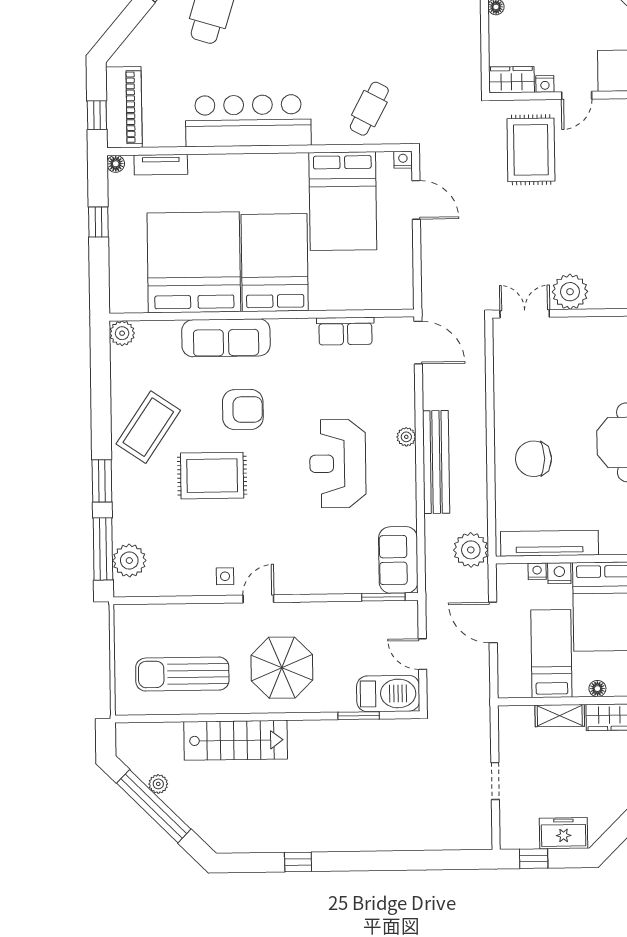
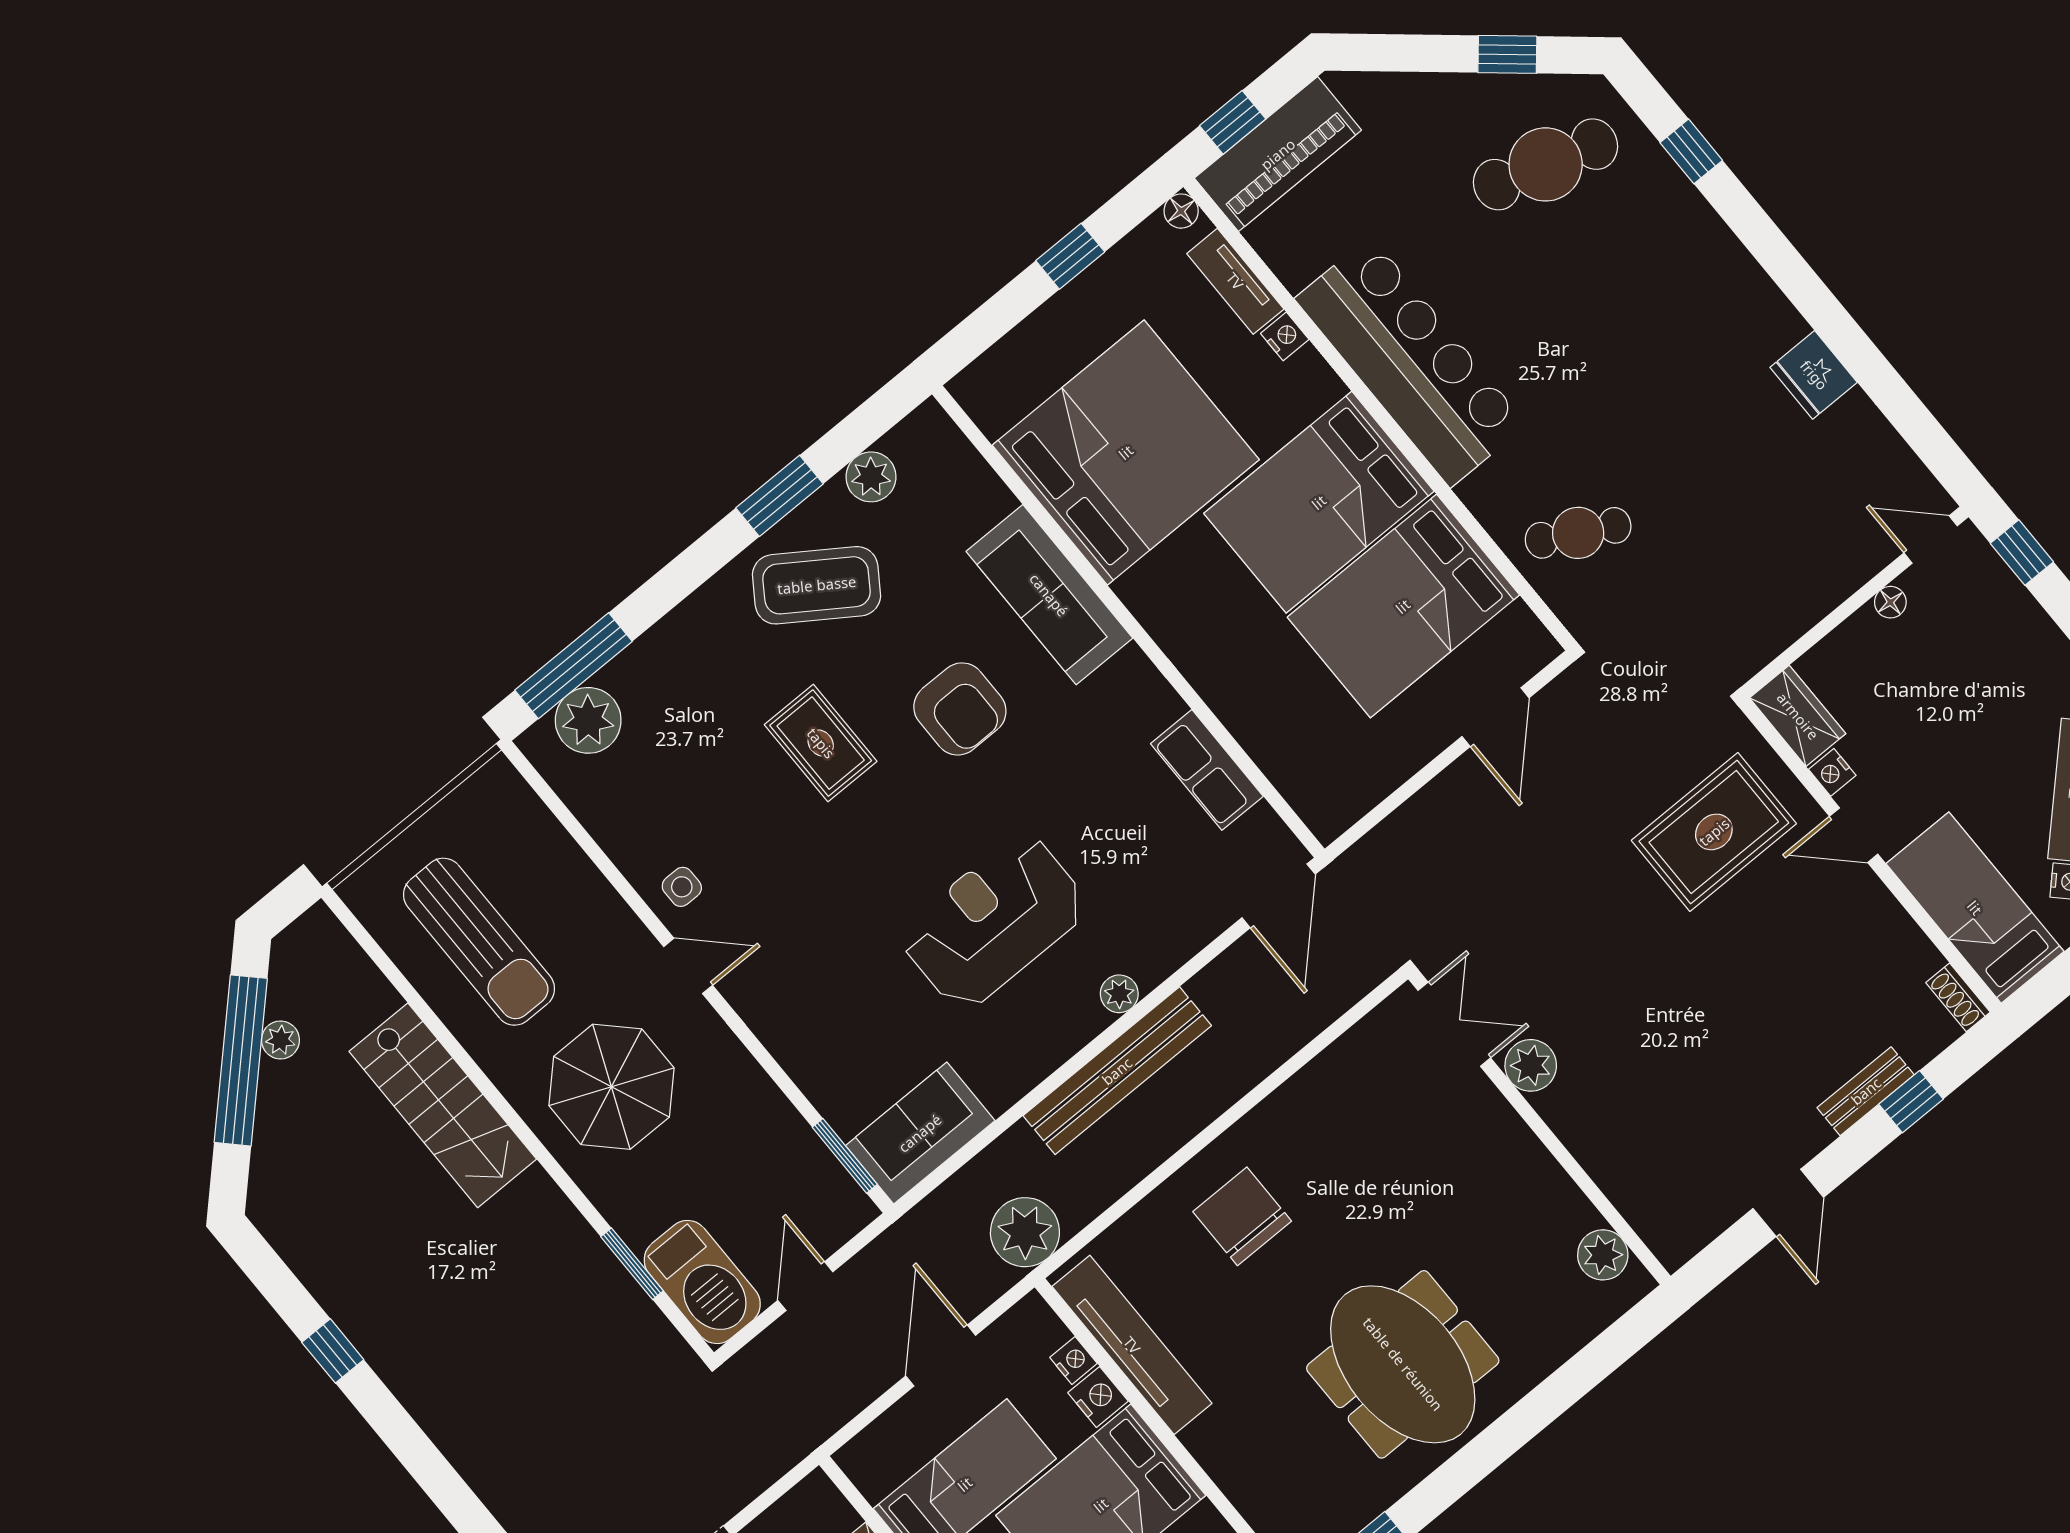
nightstand: (403, 160) -> (1285, 336), moved
bed: (275, 263) -> (1319, 502), moved, turned 180
plant: (570, 292) -> (1531, 1065), width x0.73, depth x0.73
plant: (122, 333) -> (871, 477), moved
rug: (212, 476) -> (821, 743), width x0.73, depth x0.70
window: (102, 481) -> (780, 496), moved
sun lounger: (182, 674) -> (479, 942), turned 180

